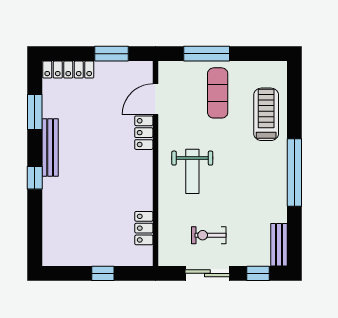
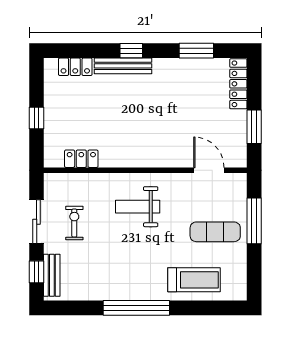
locker: (144, 133) -> (75, 67), moved, turned 180
bench: (50, 148) -> (123, 66), moved
bench: (279, 245) -> (52, 275), moved, turned 90

